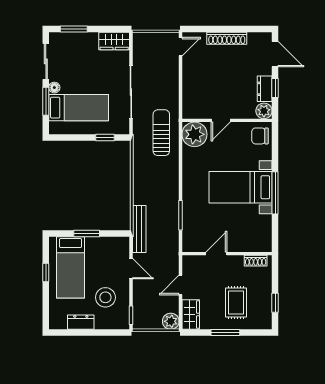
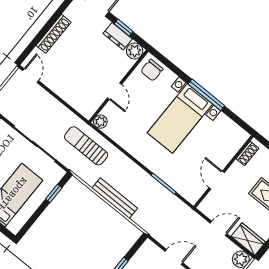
plant: (194, 134) -> (100, 122), width x0.53, depth x0.53
bench: (139, 229) -> (115, 198), moved
door: (181, 285) -> (219, 228), swing flipped

